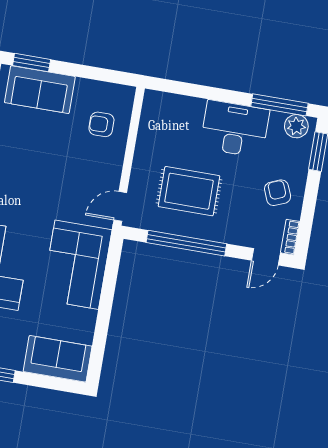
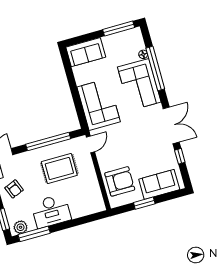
window: (32, 63) -> (144, 203), moved
armchair: (101, 124) -> (120, 181), width x1.88, depth x1.88

